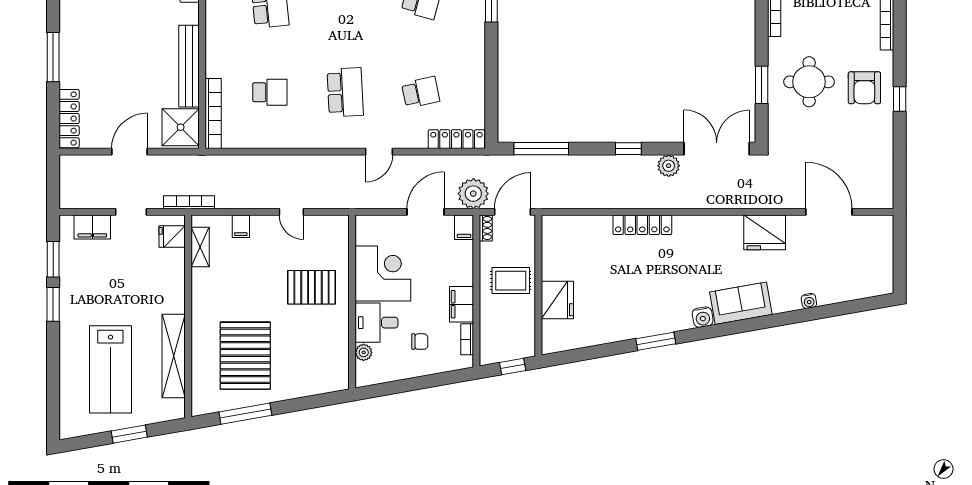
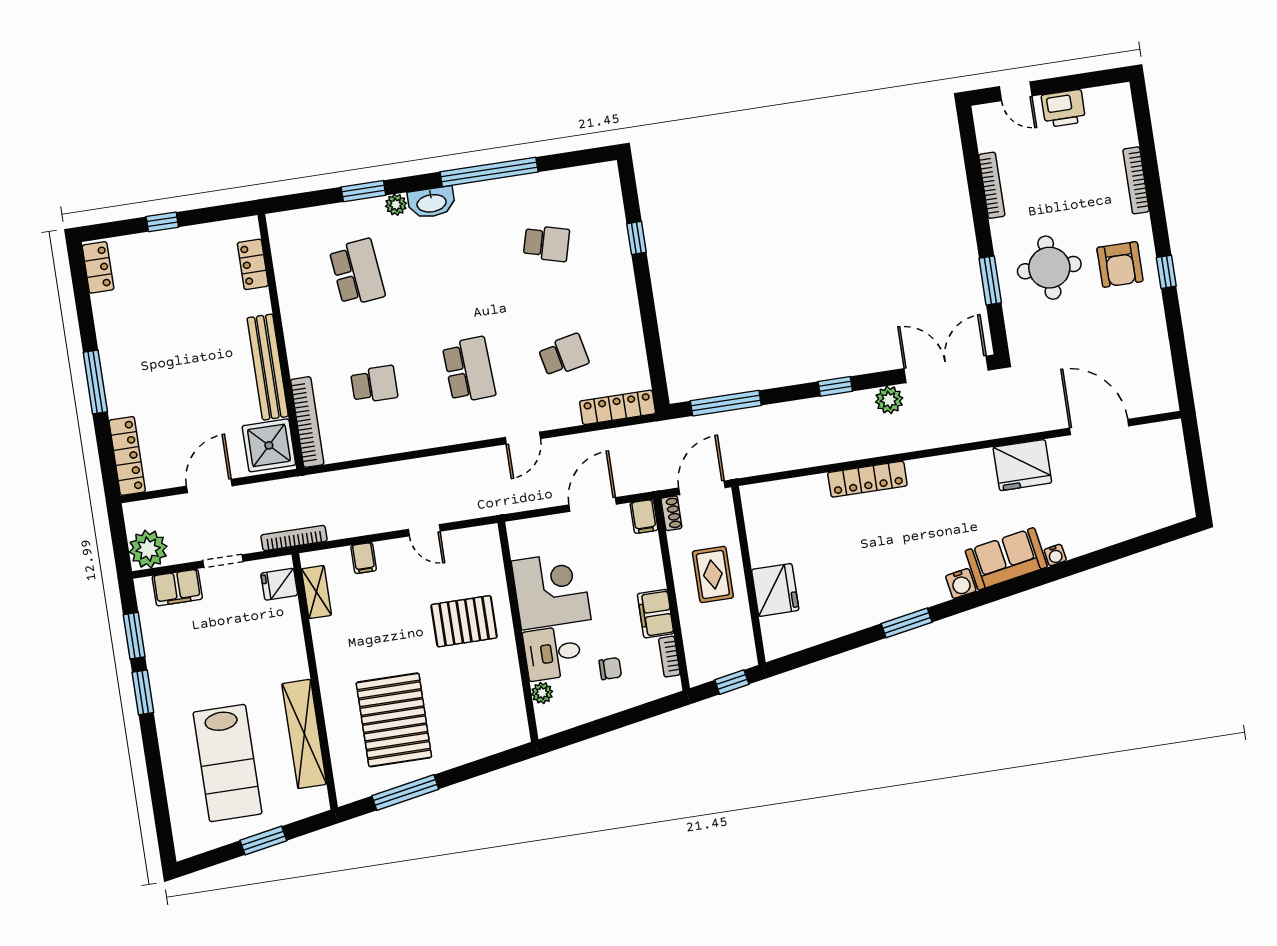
plant: (473, 194) -> (148, 549), moved
rug: (511, 281) -> (713, 574), turned 90
water cooler: (809, 301) -> (1055, 555), moved

